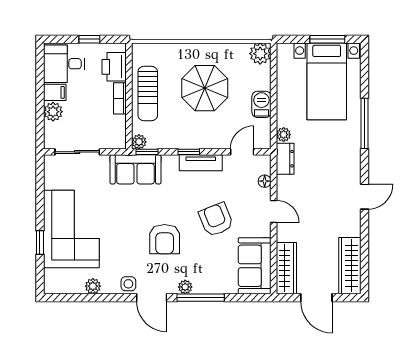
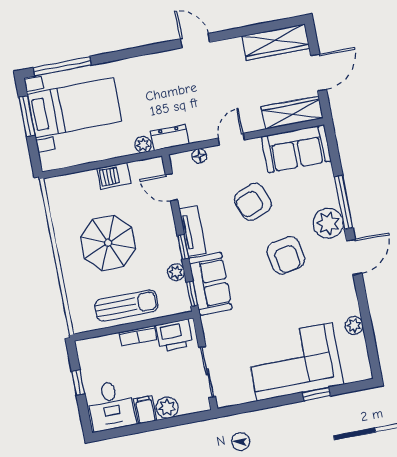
plant: (260, 54) -> (57, 188), removed
printer: (114, 67) -> (174, 335), moved
window: (364, 123) -> (62, 66), moved
plant: (139, 142) -> (176, 272), moved
sofa: (135, 169) -> (210, 284), moved
armchair: (165, 239) -> (286, 255), turned 80
side table: (128, 284) -> (344, 286), removed
plant: (185, 287) -> (328, 223), width x1.88, depth x1.88

